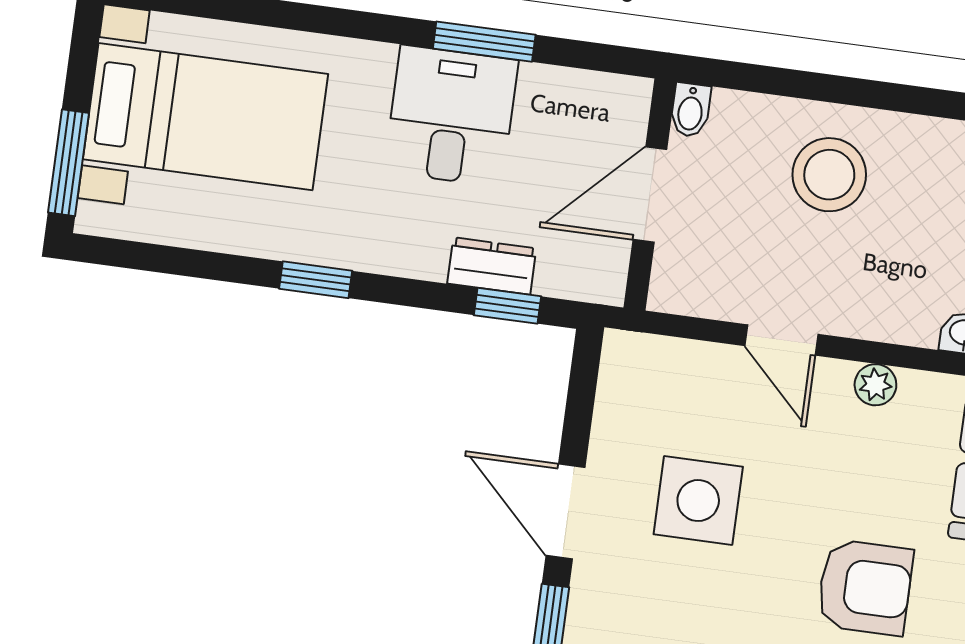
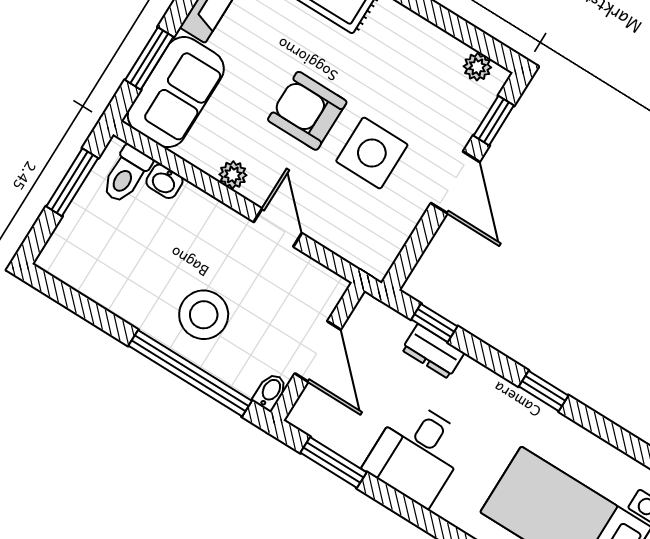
window: (484, 42) -> (333, 463), moved
window: (812, 86) -> (190, 373), added
door: (650, 195) -> (318, 352), hinge flipped
armchair: (865, 587) -> (307, 111), moved

